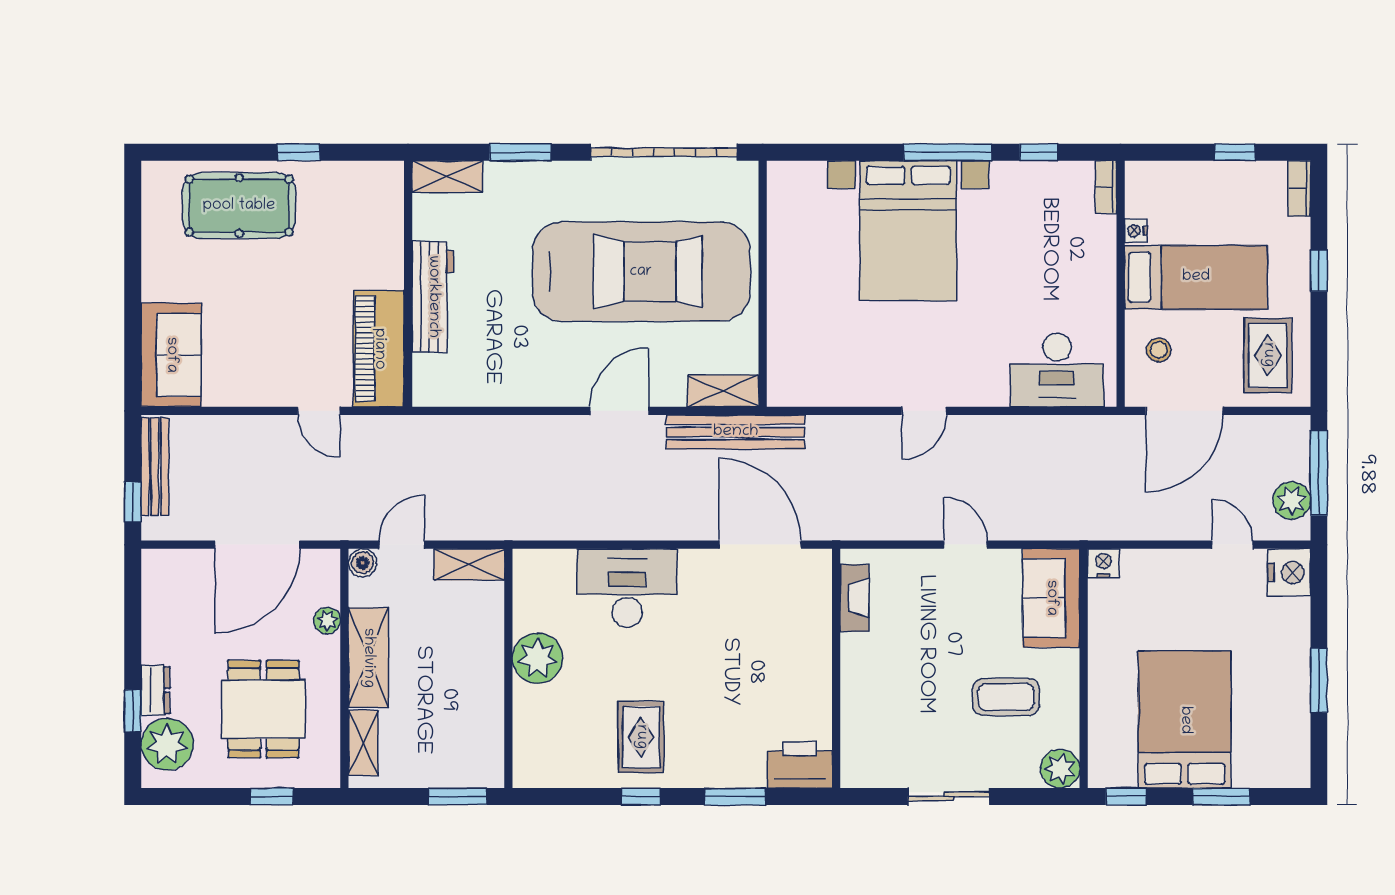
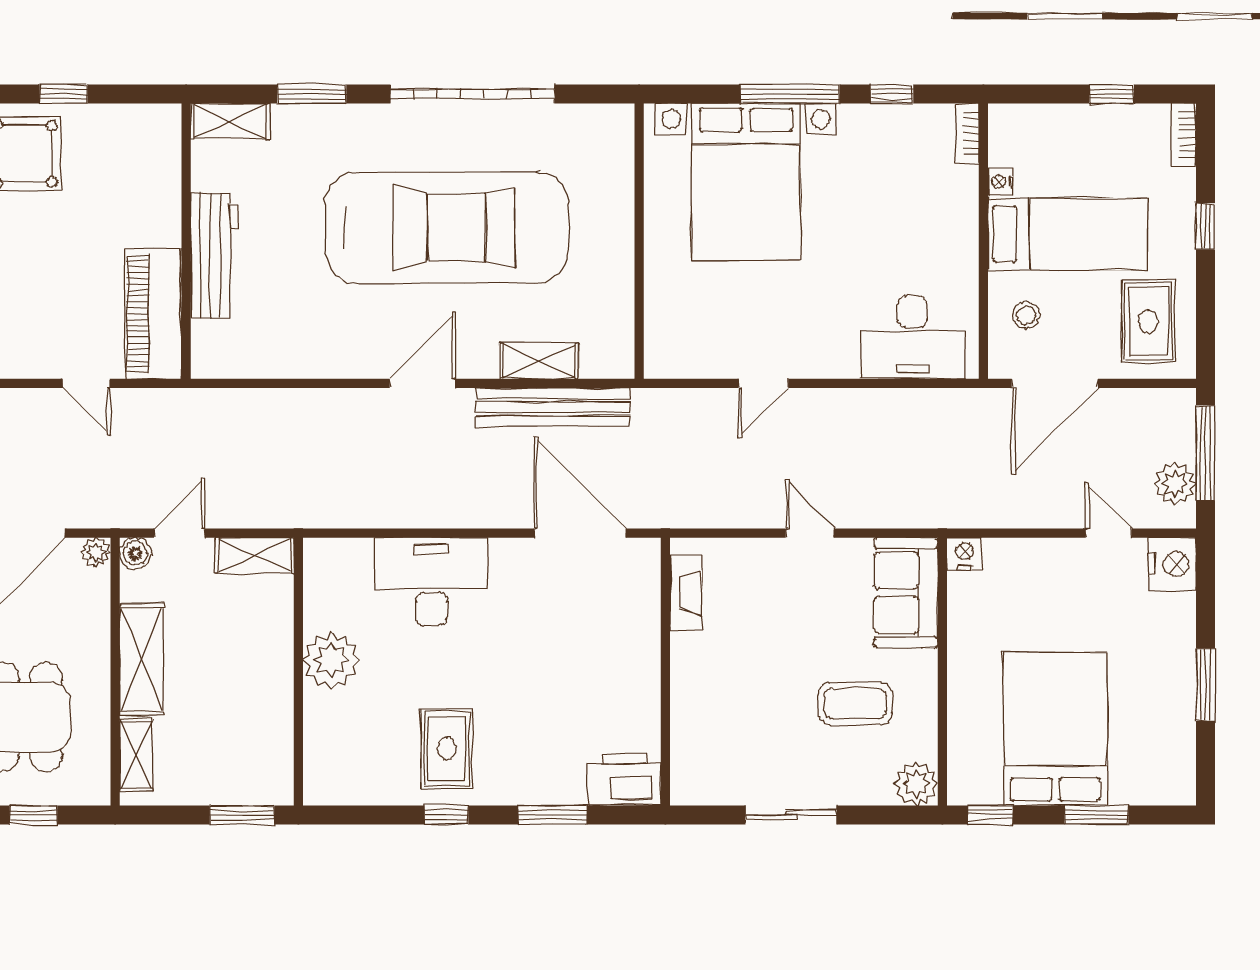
wall: (763, 284) -> (639, 241), moved
plant: (327, 621) -> (96, 552), moved

